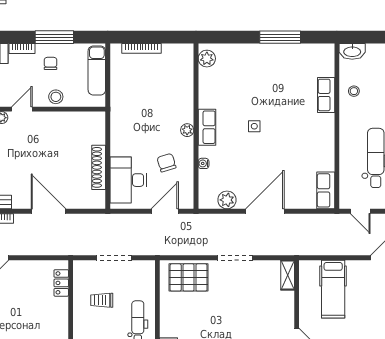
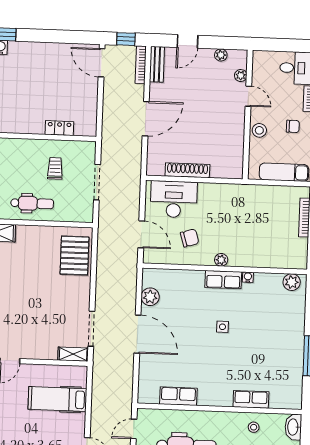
water cooler: (204, 163) -> (248, 277), moved
row of seats: (326, 190) -> (178, 396), moved
doorway: (235, 258) -> (91, 329), moved
locker: (61, 283) -> (59, 128), moved

